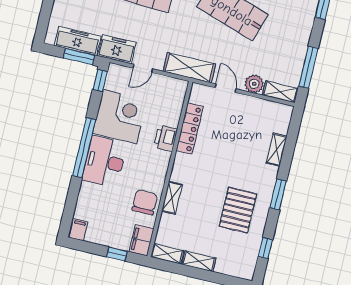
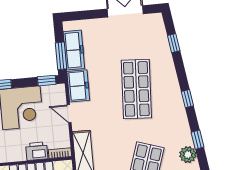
bookcase: (181, 92) -> (60, 153), added
printer: (166, 138) -> (37, 151), moved

